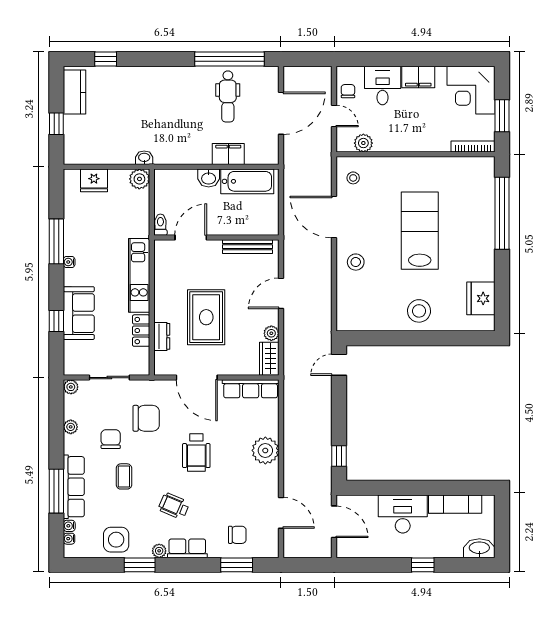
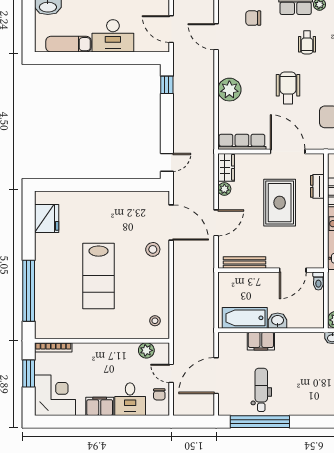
door: (334, 217) -> (171, 222), moved
stool: (419, 311) -> (99, 208), removed
wheelchair: (174, 506) -> (307, 42), turned 67

